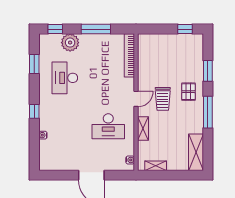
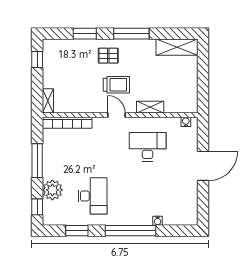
desk: (65, 78) -> (93, 196), turned -90
window: (34, 111) -> (131, 231), width x3.17
desk: (108, 126) -> (148, 147), turned -90
shelving: (156, 166) -> (48, 101), moved

